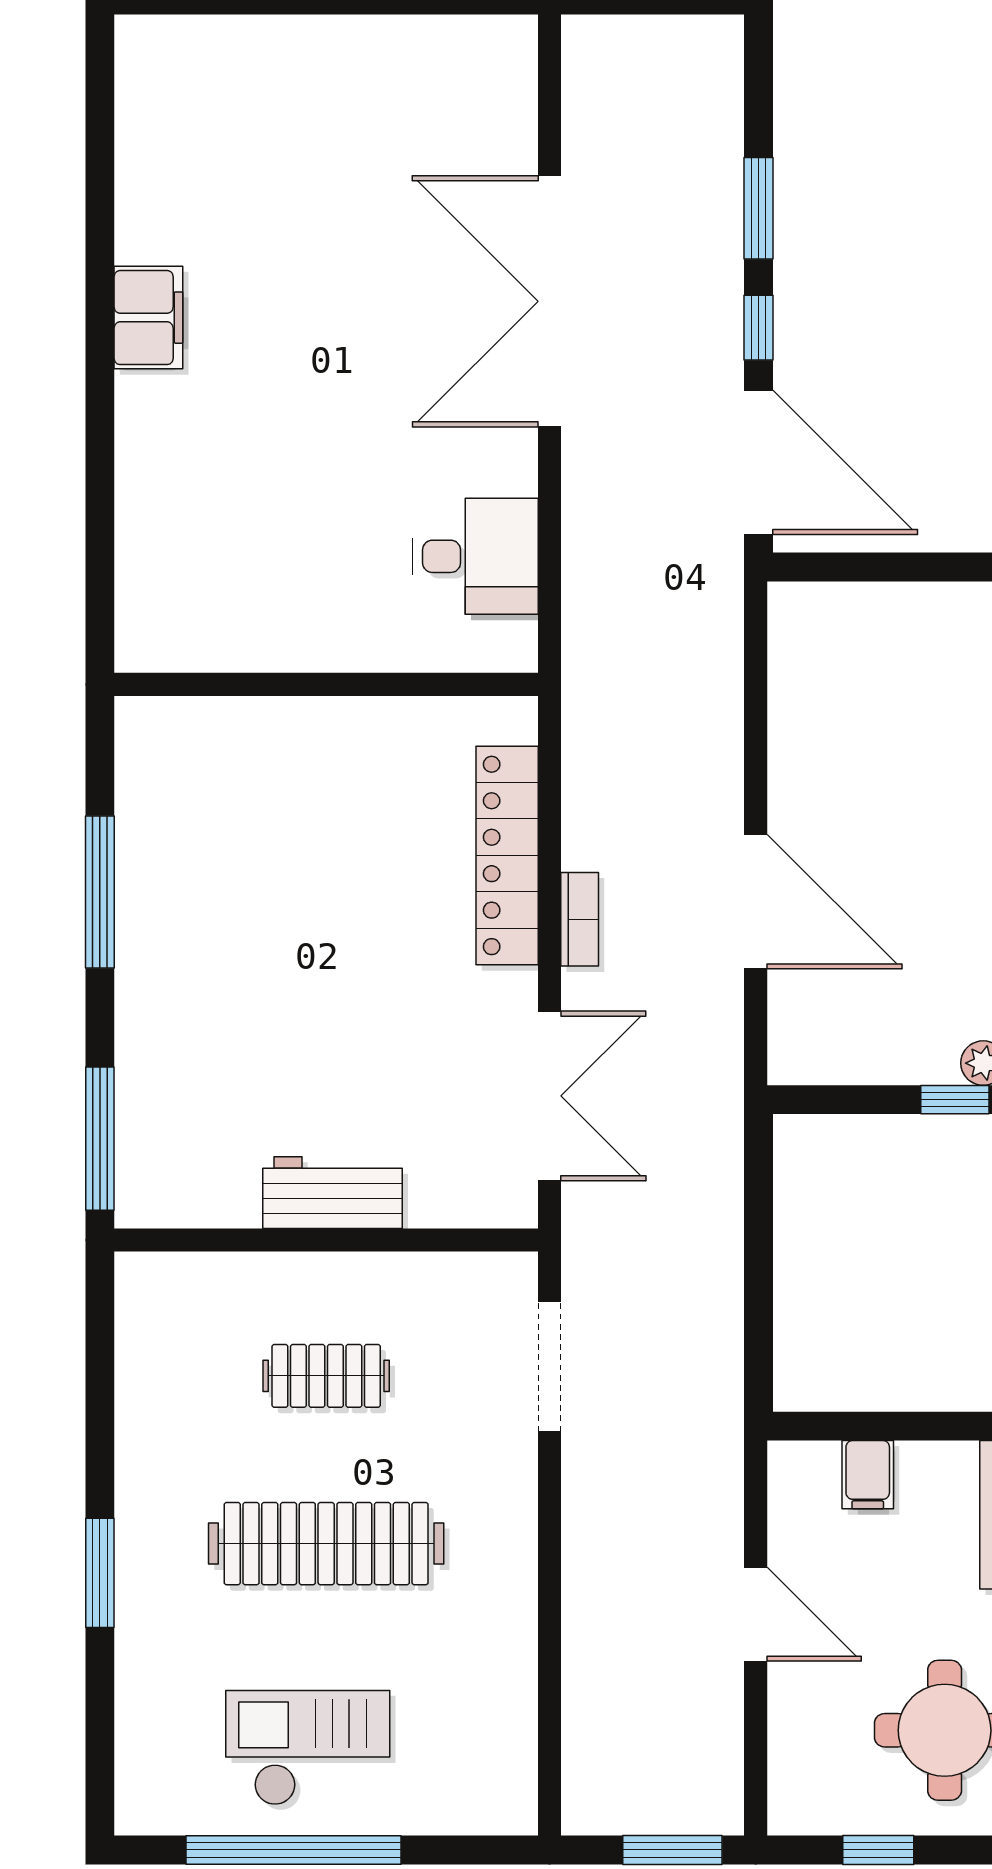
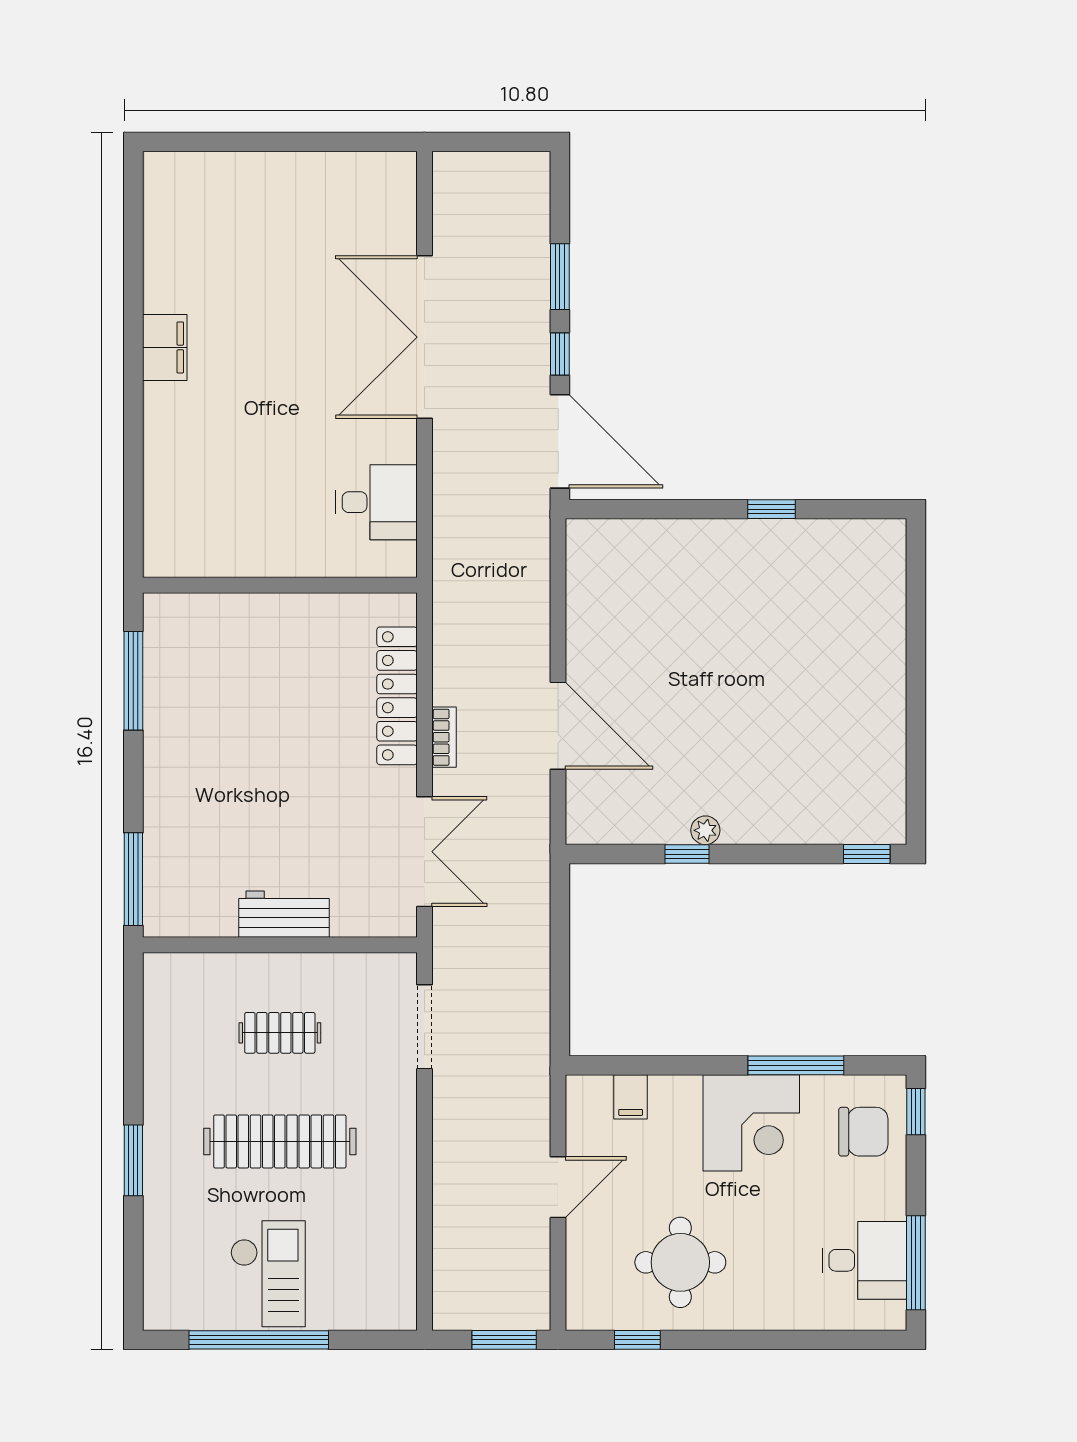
window: (100, 892) -> (133, 681), moved
door: (756, 1614) -> (558, 1187), hinge flipped
checkout: (308, 1748) -> (268, 1274), turned 90

